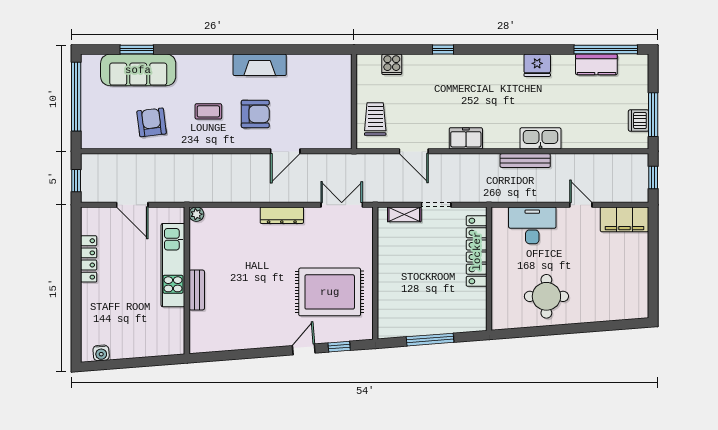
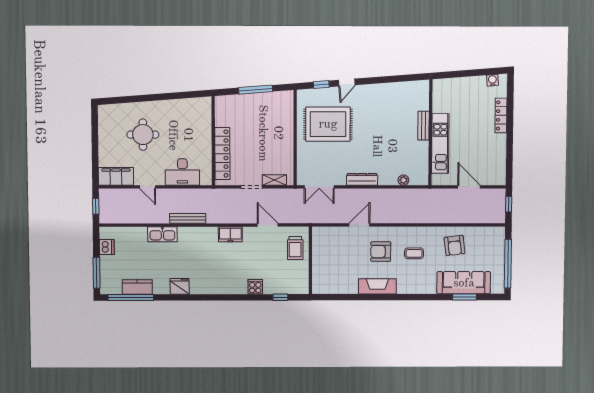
window: (443, 50) -> (280, 297), moved
cooker: (392, 64) -> (255, 287), moved
window: (653, 115) -> (97, 273), moved
kitchen sink: (540, 138) -> (162, 234), moved
plant: (196, 214) -> (403, 180), moved
locker: (89, 259) -> (501, 115), moved
round table: (546, 296) -> (143, 135), moved

